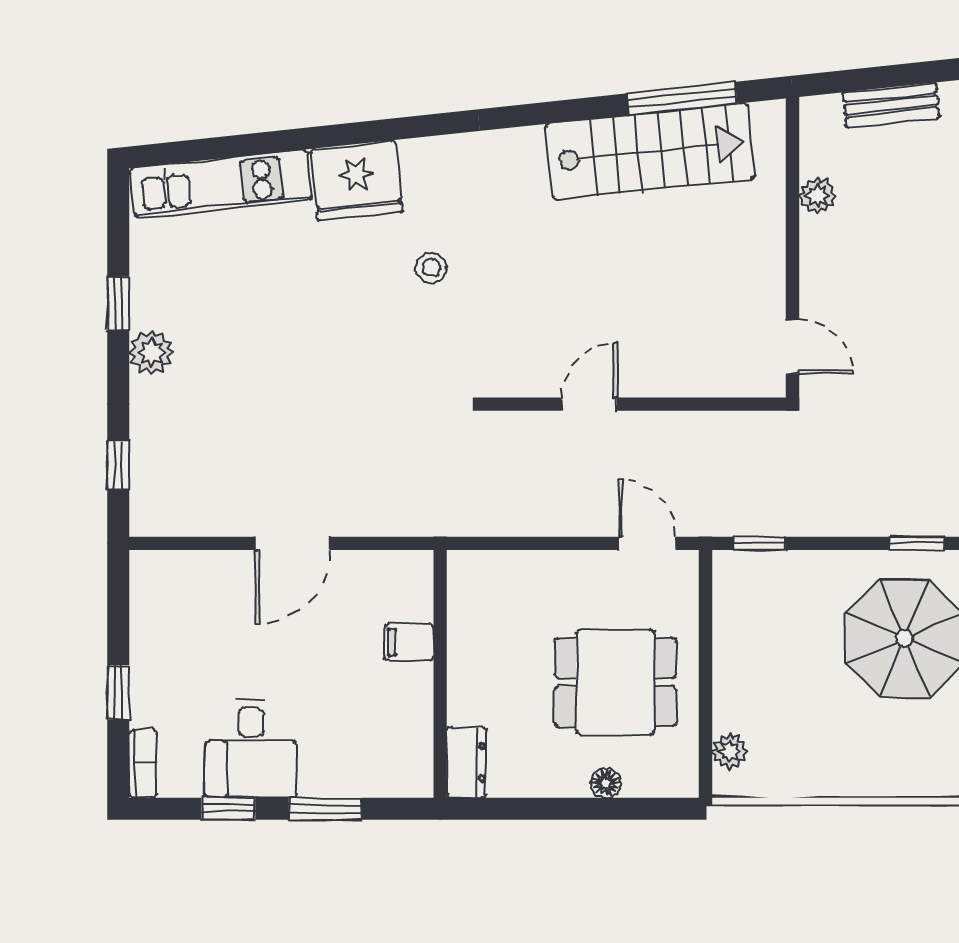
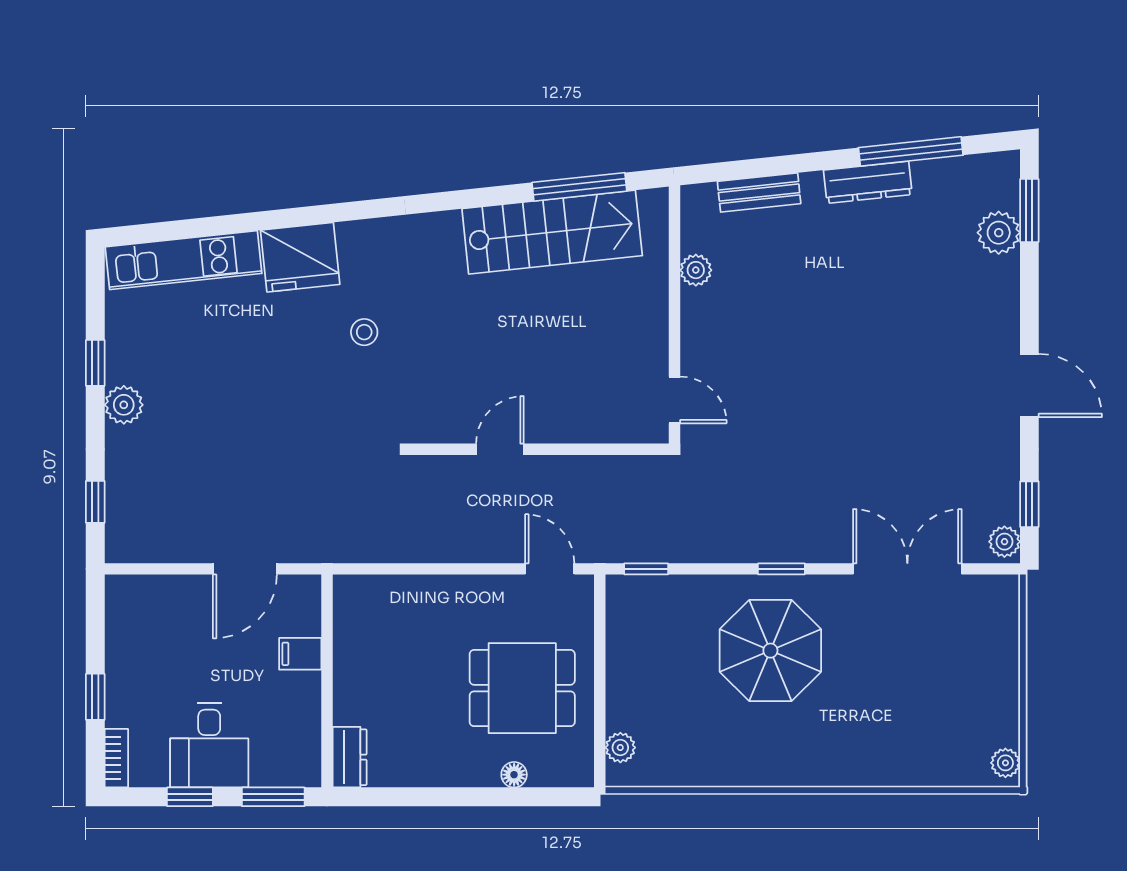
filing cabinet: (409, 642) -> (300, 654), moved
wall: (440, 674) -> (327, 681), moved
dresser: (467, 763) -> (350, 757), moved

